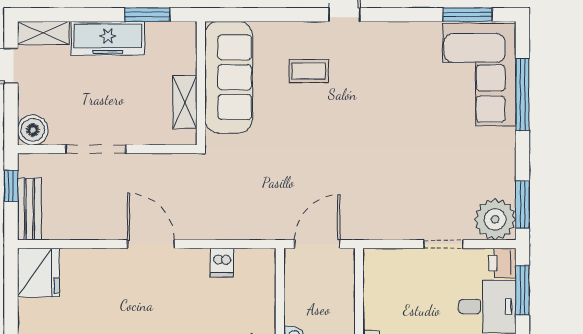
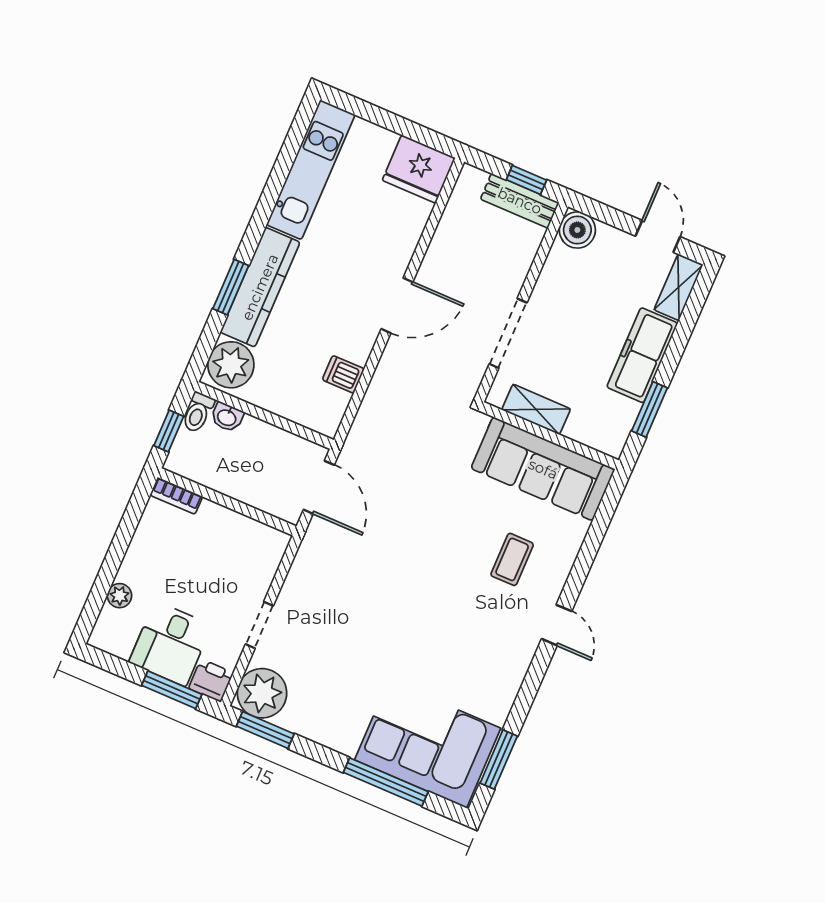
doorway: (96, 149) -> (508, 333), moved
bench: (29, 209) -> (520, 201), moved

